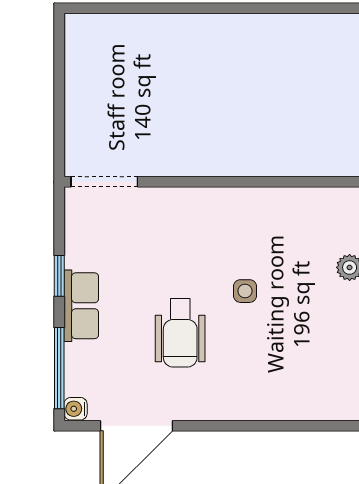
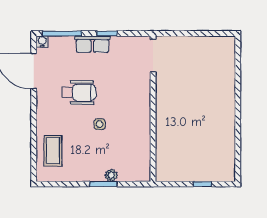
wheelchair: (180, 333) -> (79, 93), turned 180
coffee table: (299, 387) -> (53, 151), added

